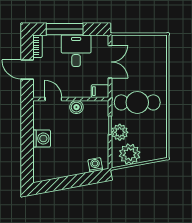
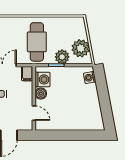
door: (53, 99) -> (34, 113), swing flipped
washing machine: (42, 139) -> (43, 79), moved, turned 90

